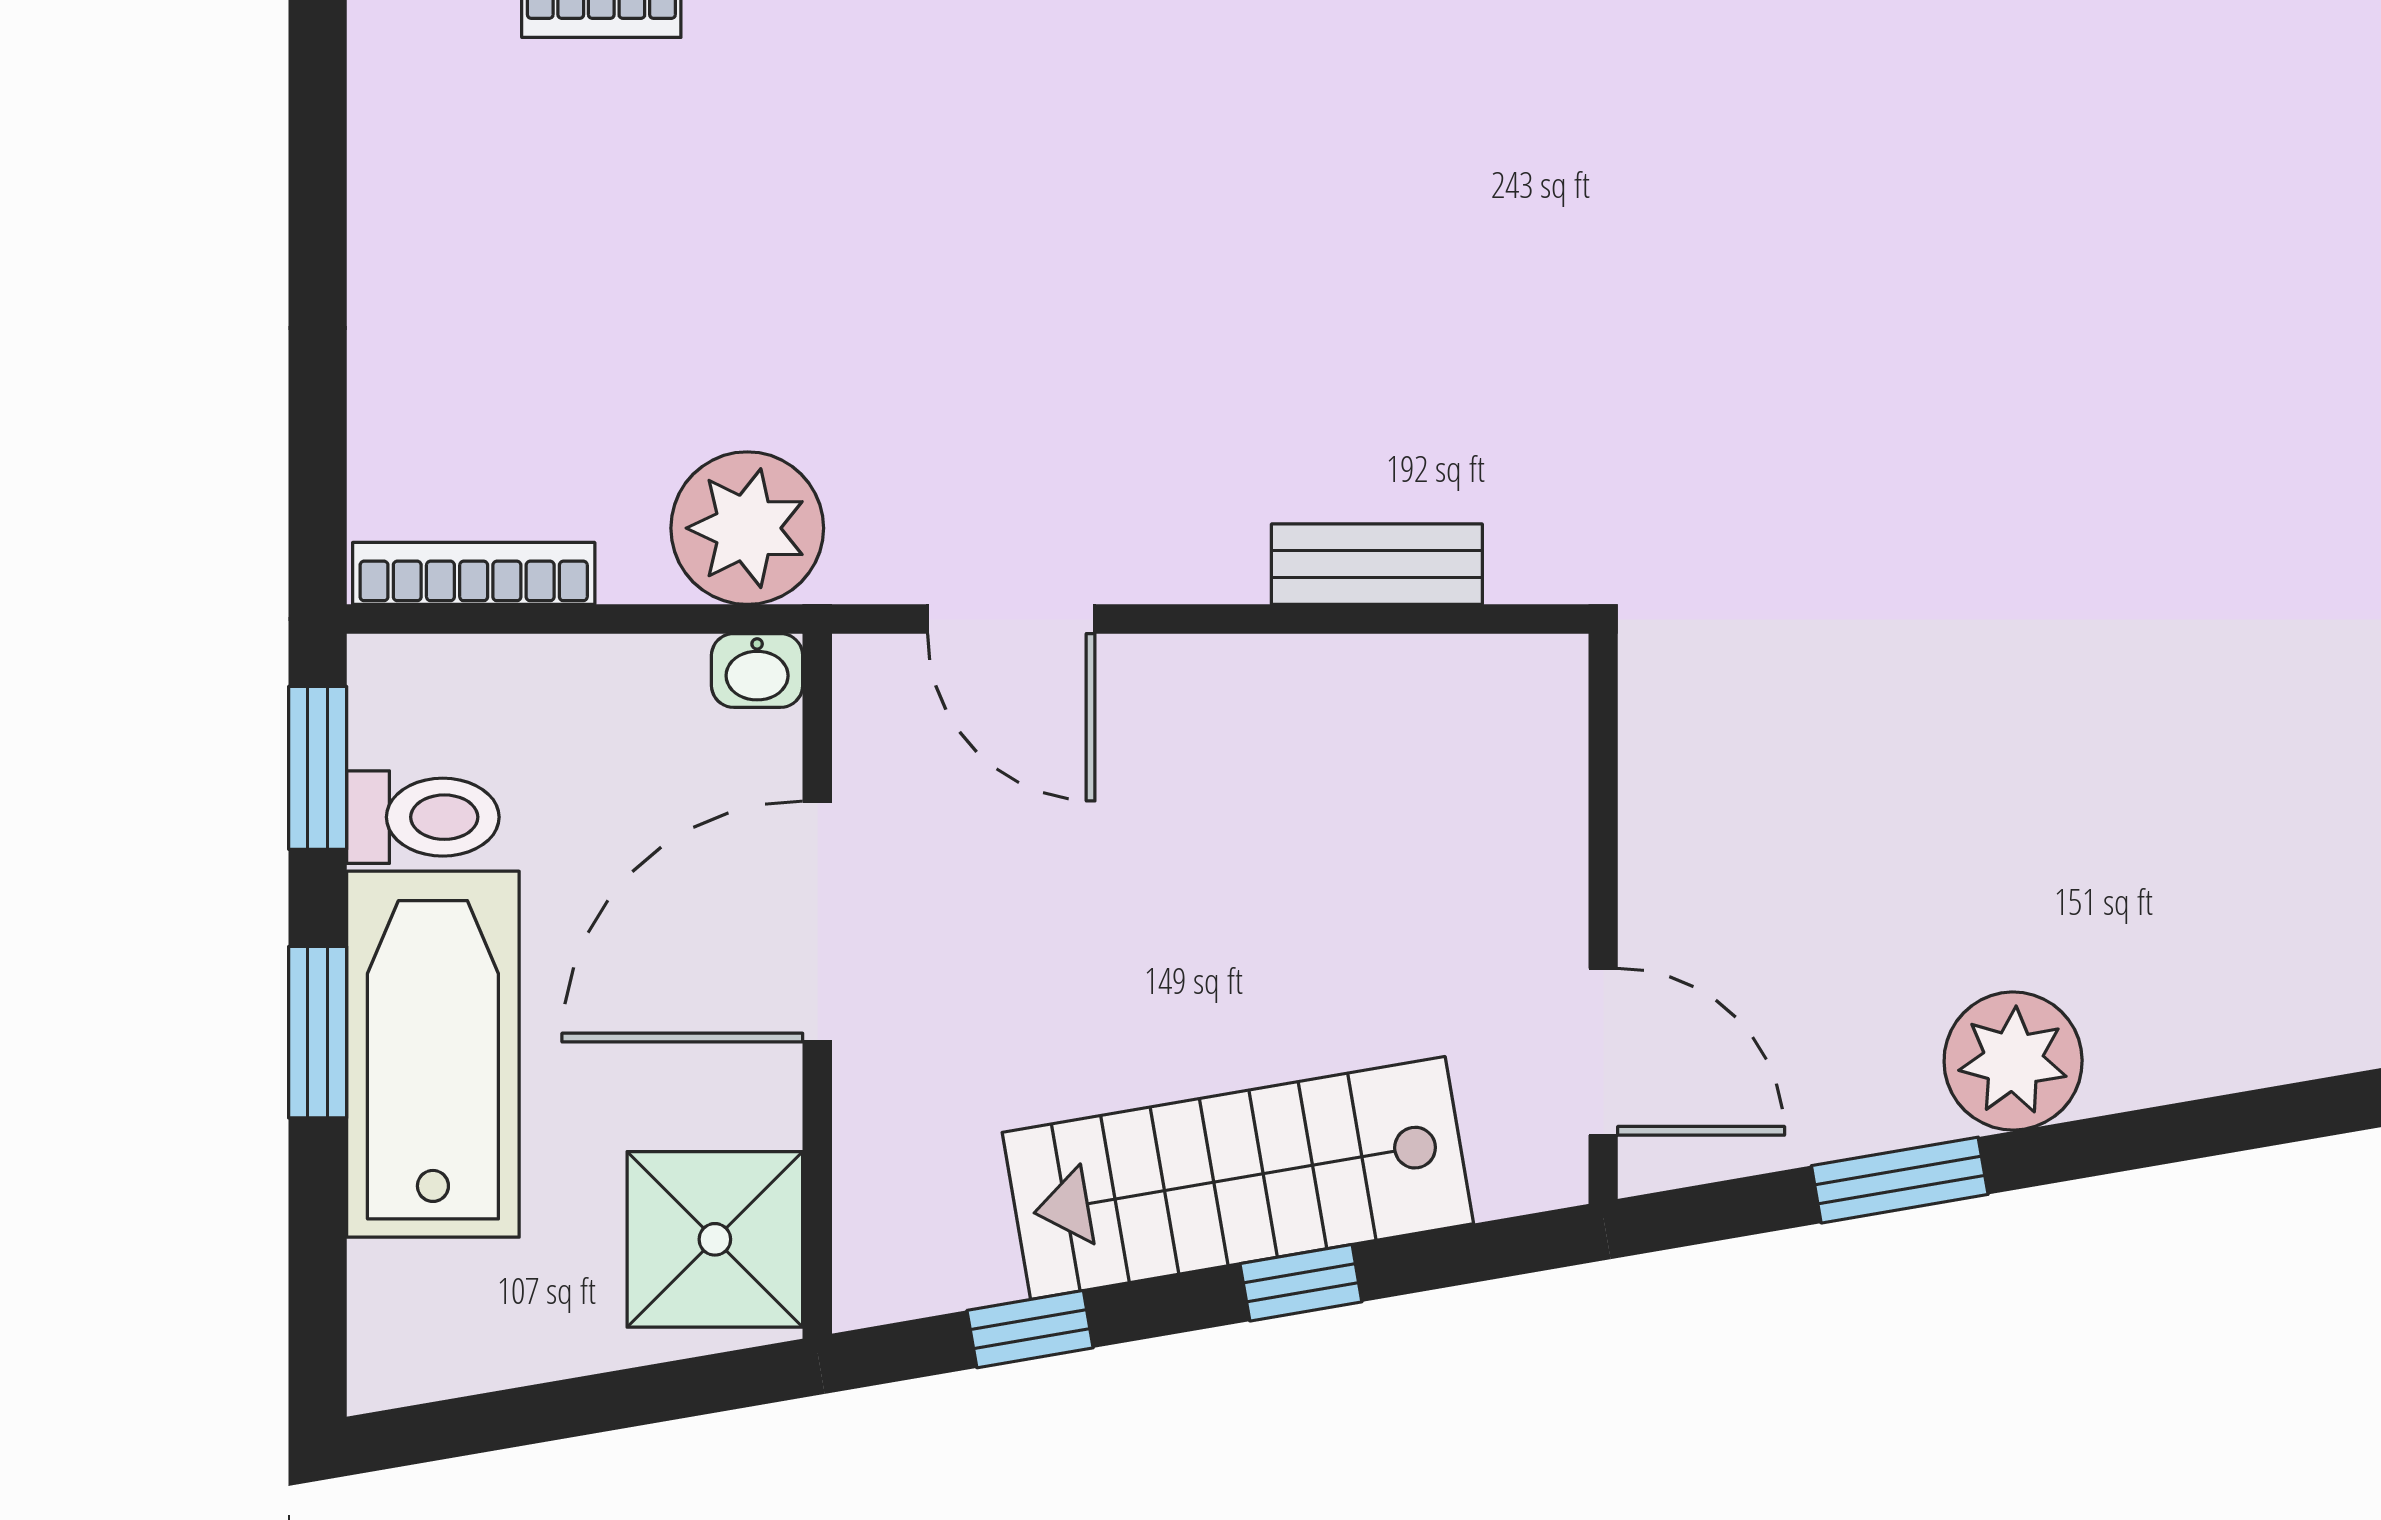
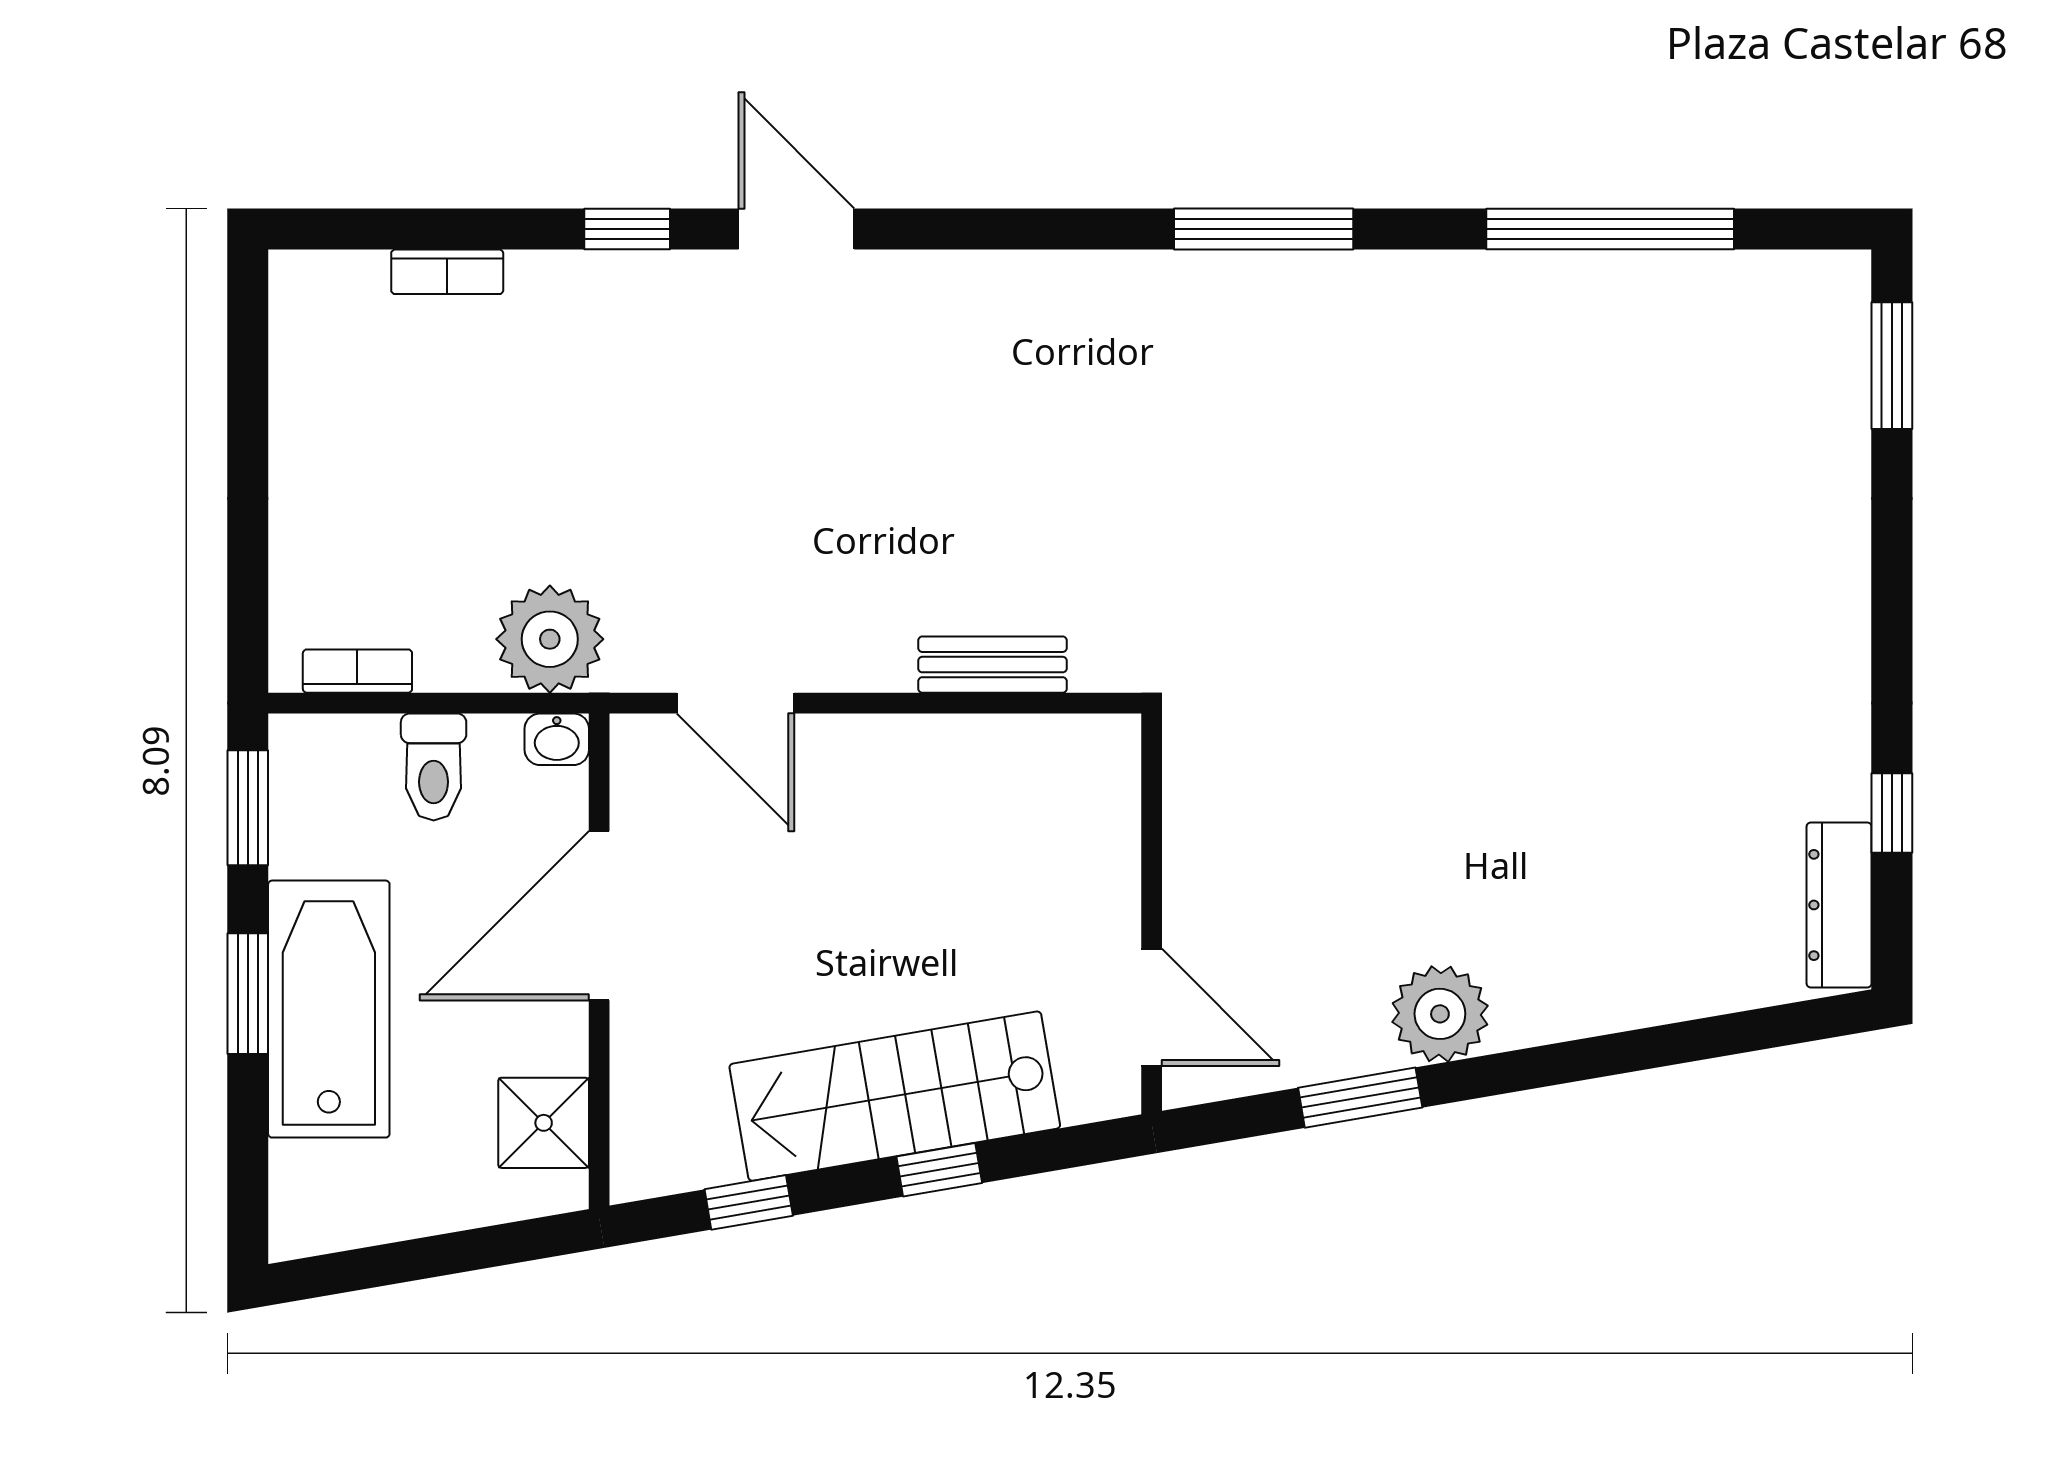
bookcase: (474, 573) -> (357, 671), width x0.64
toilet: (423, 817) -> (434, 767), moved, turned 90
shower: (715, 1239) -> (544, 1123), width x0.73, depth x0.73

